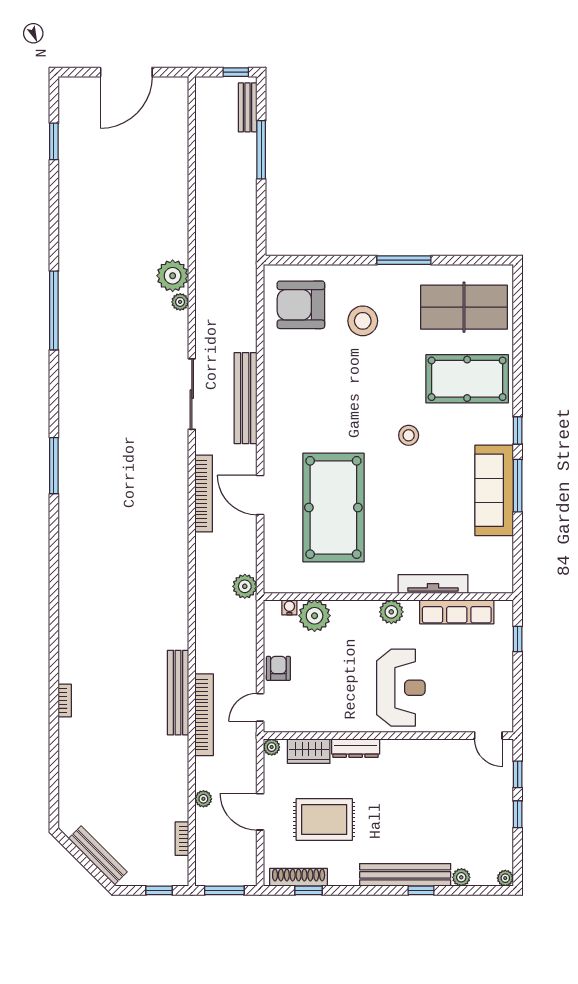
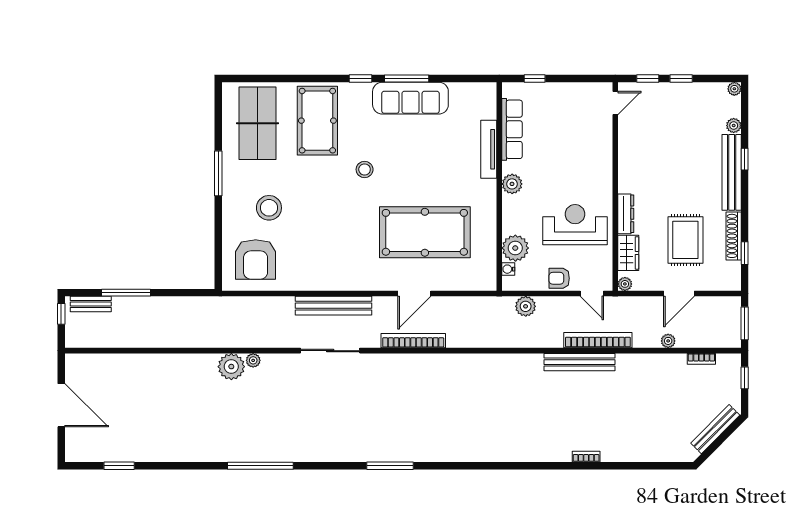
plant: (245, 586) -> (526, 306), moved
reception desk: (401, 688) -> (575, 225), moved
shoe rack: (299, 877) -> (734, 236), moved

